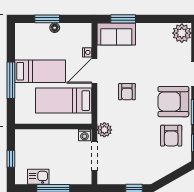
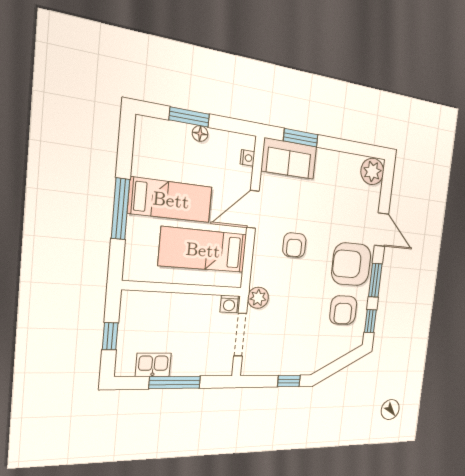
nightstand: (87, 52) -> (247, 158), moved

